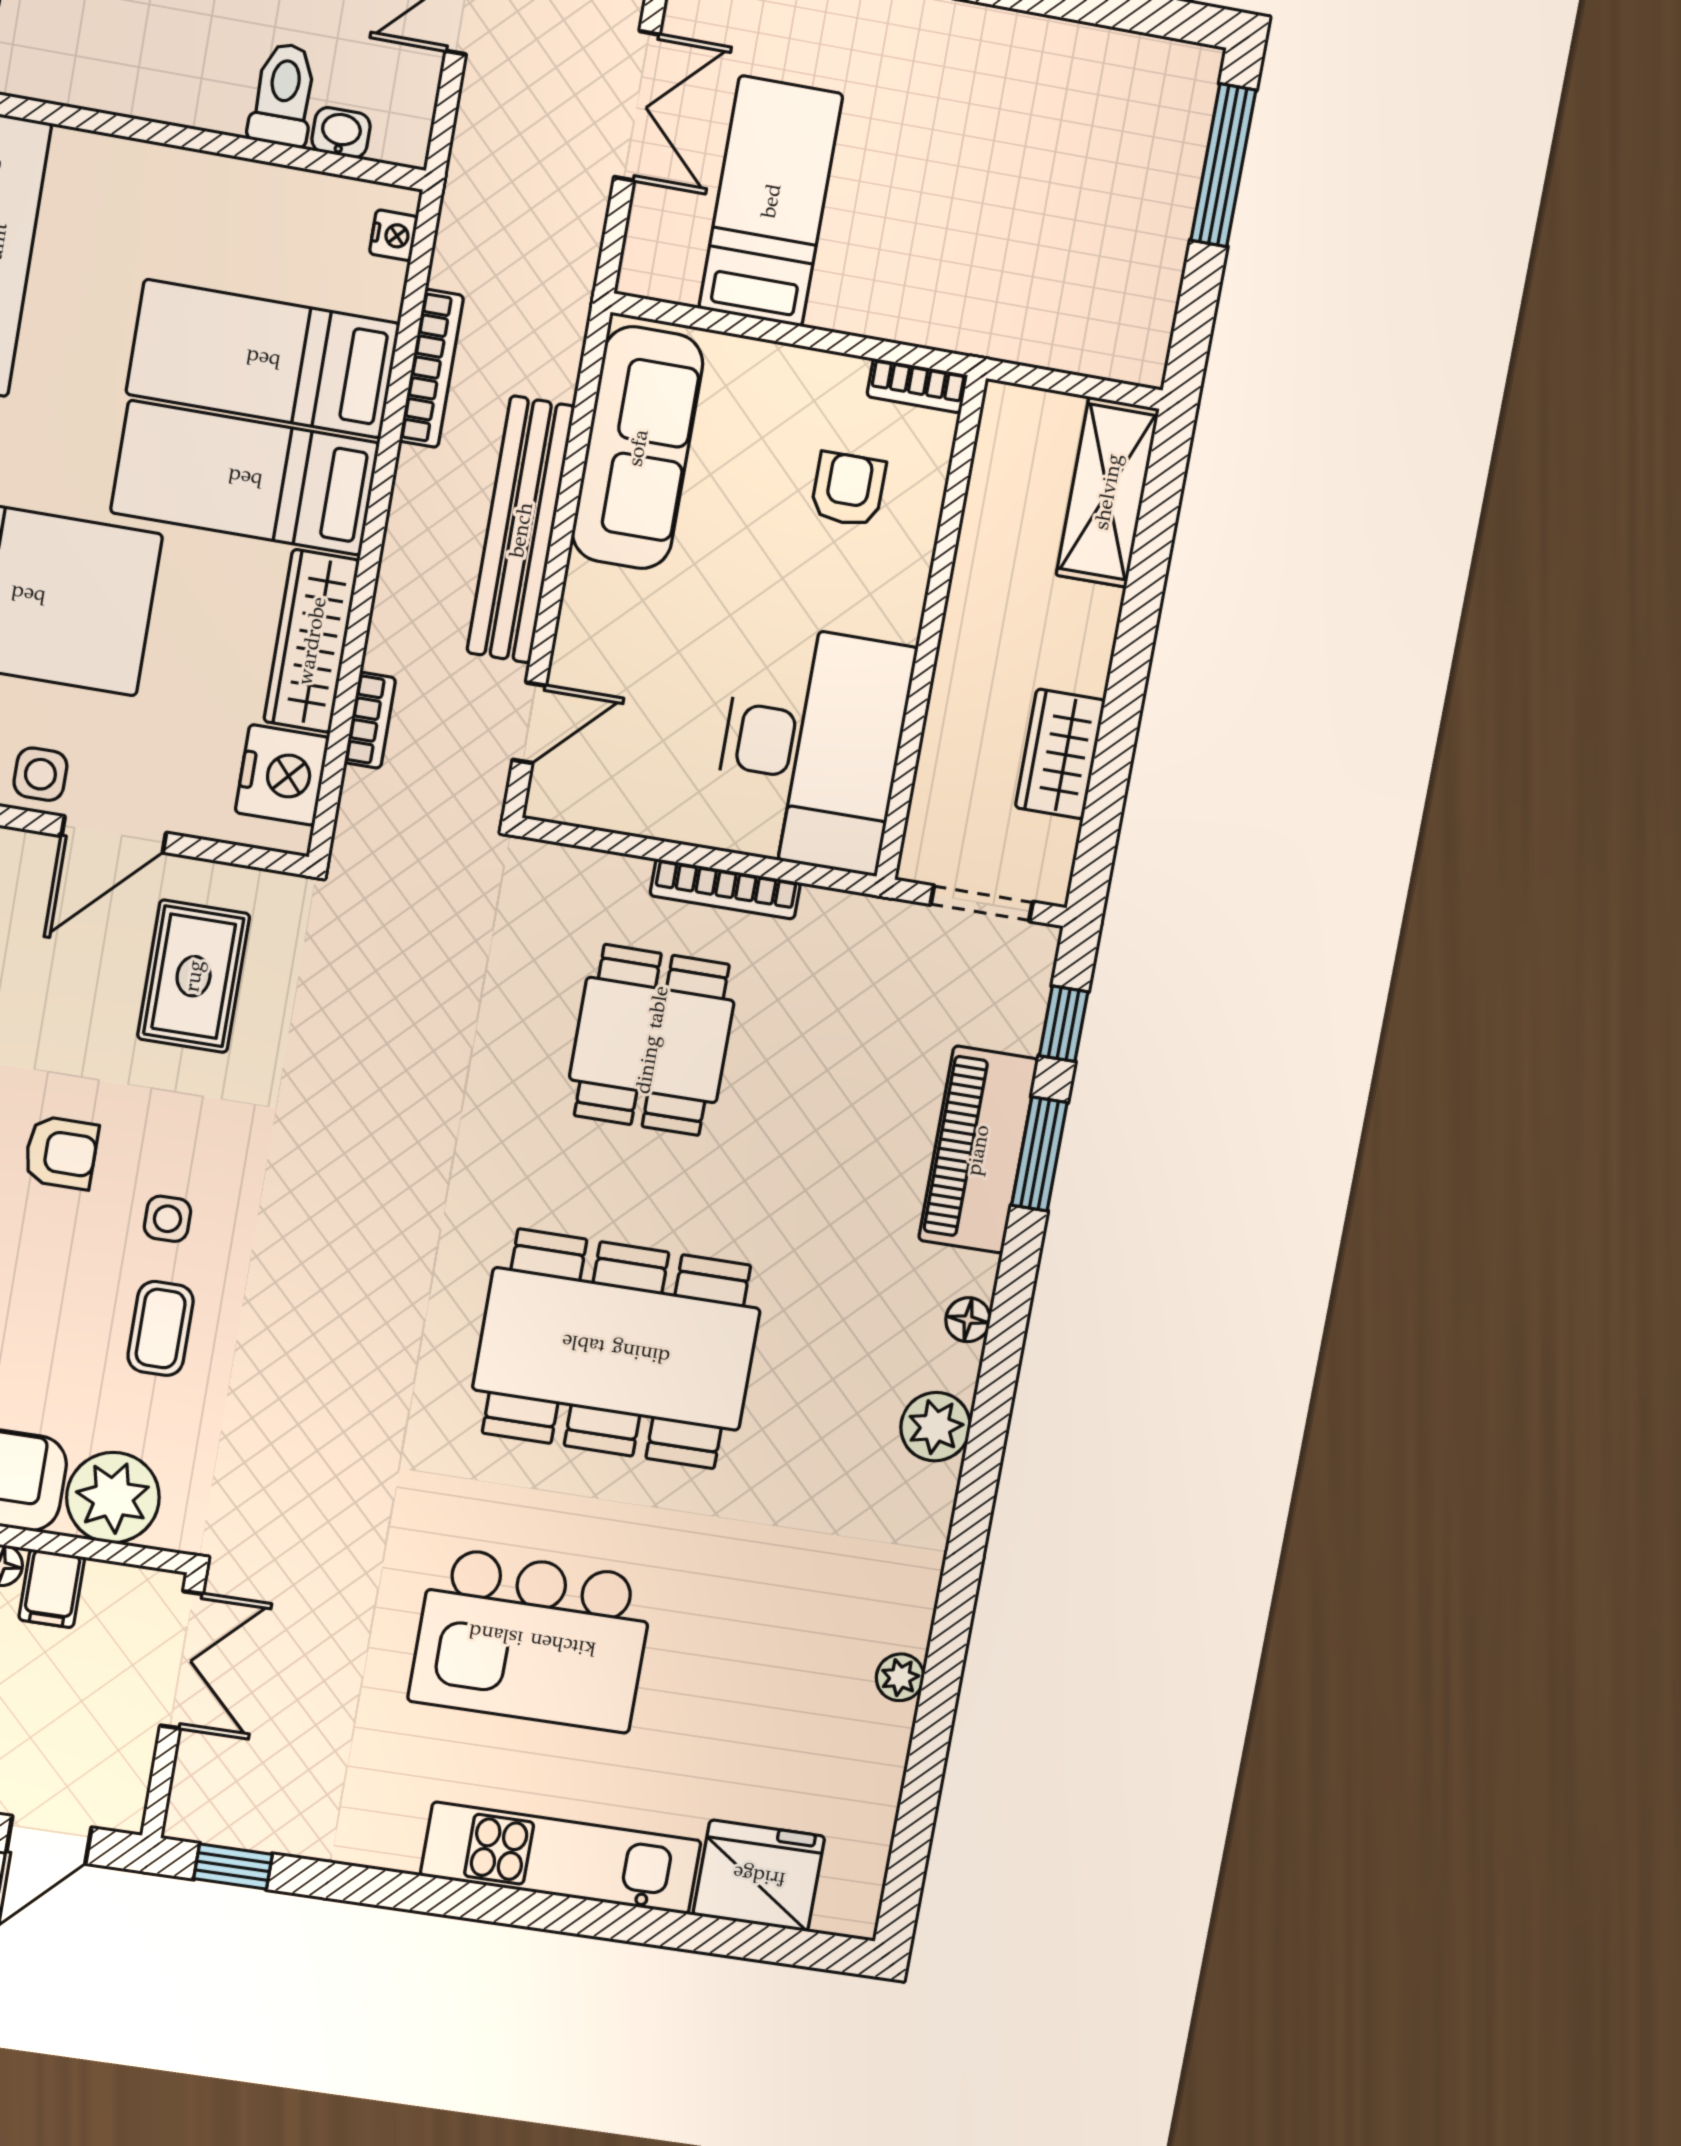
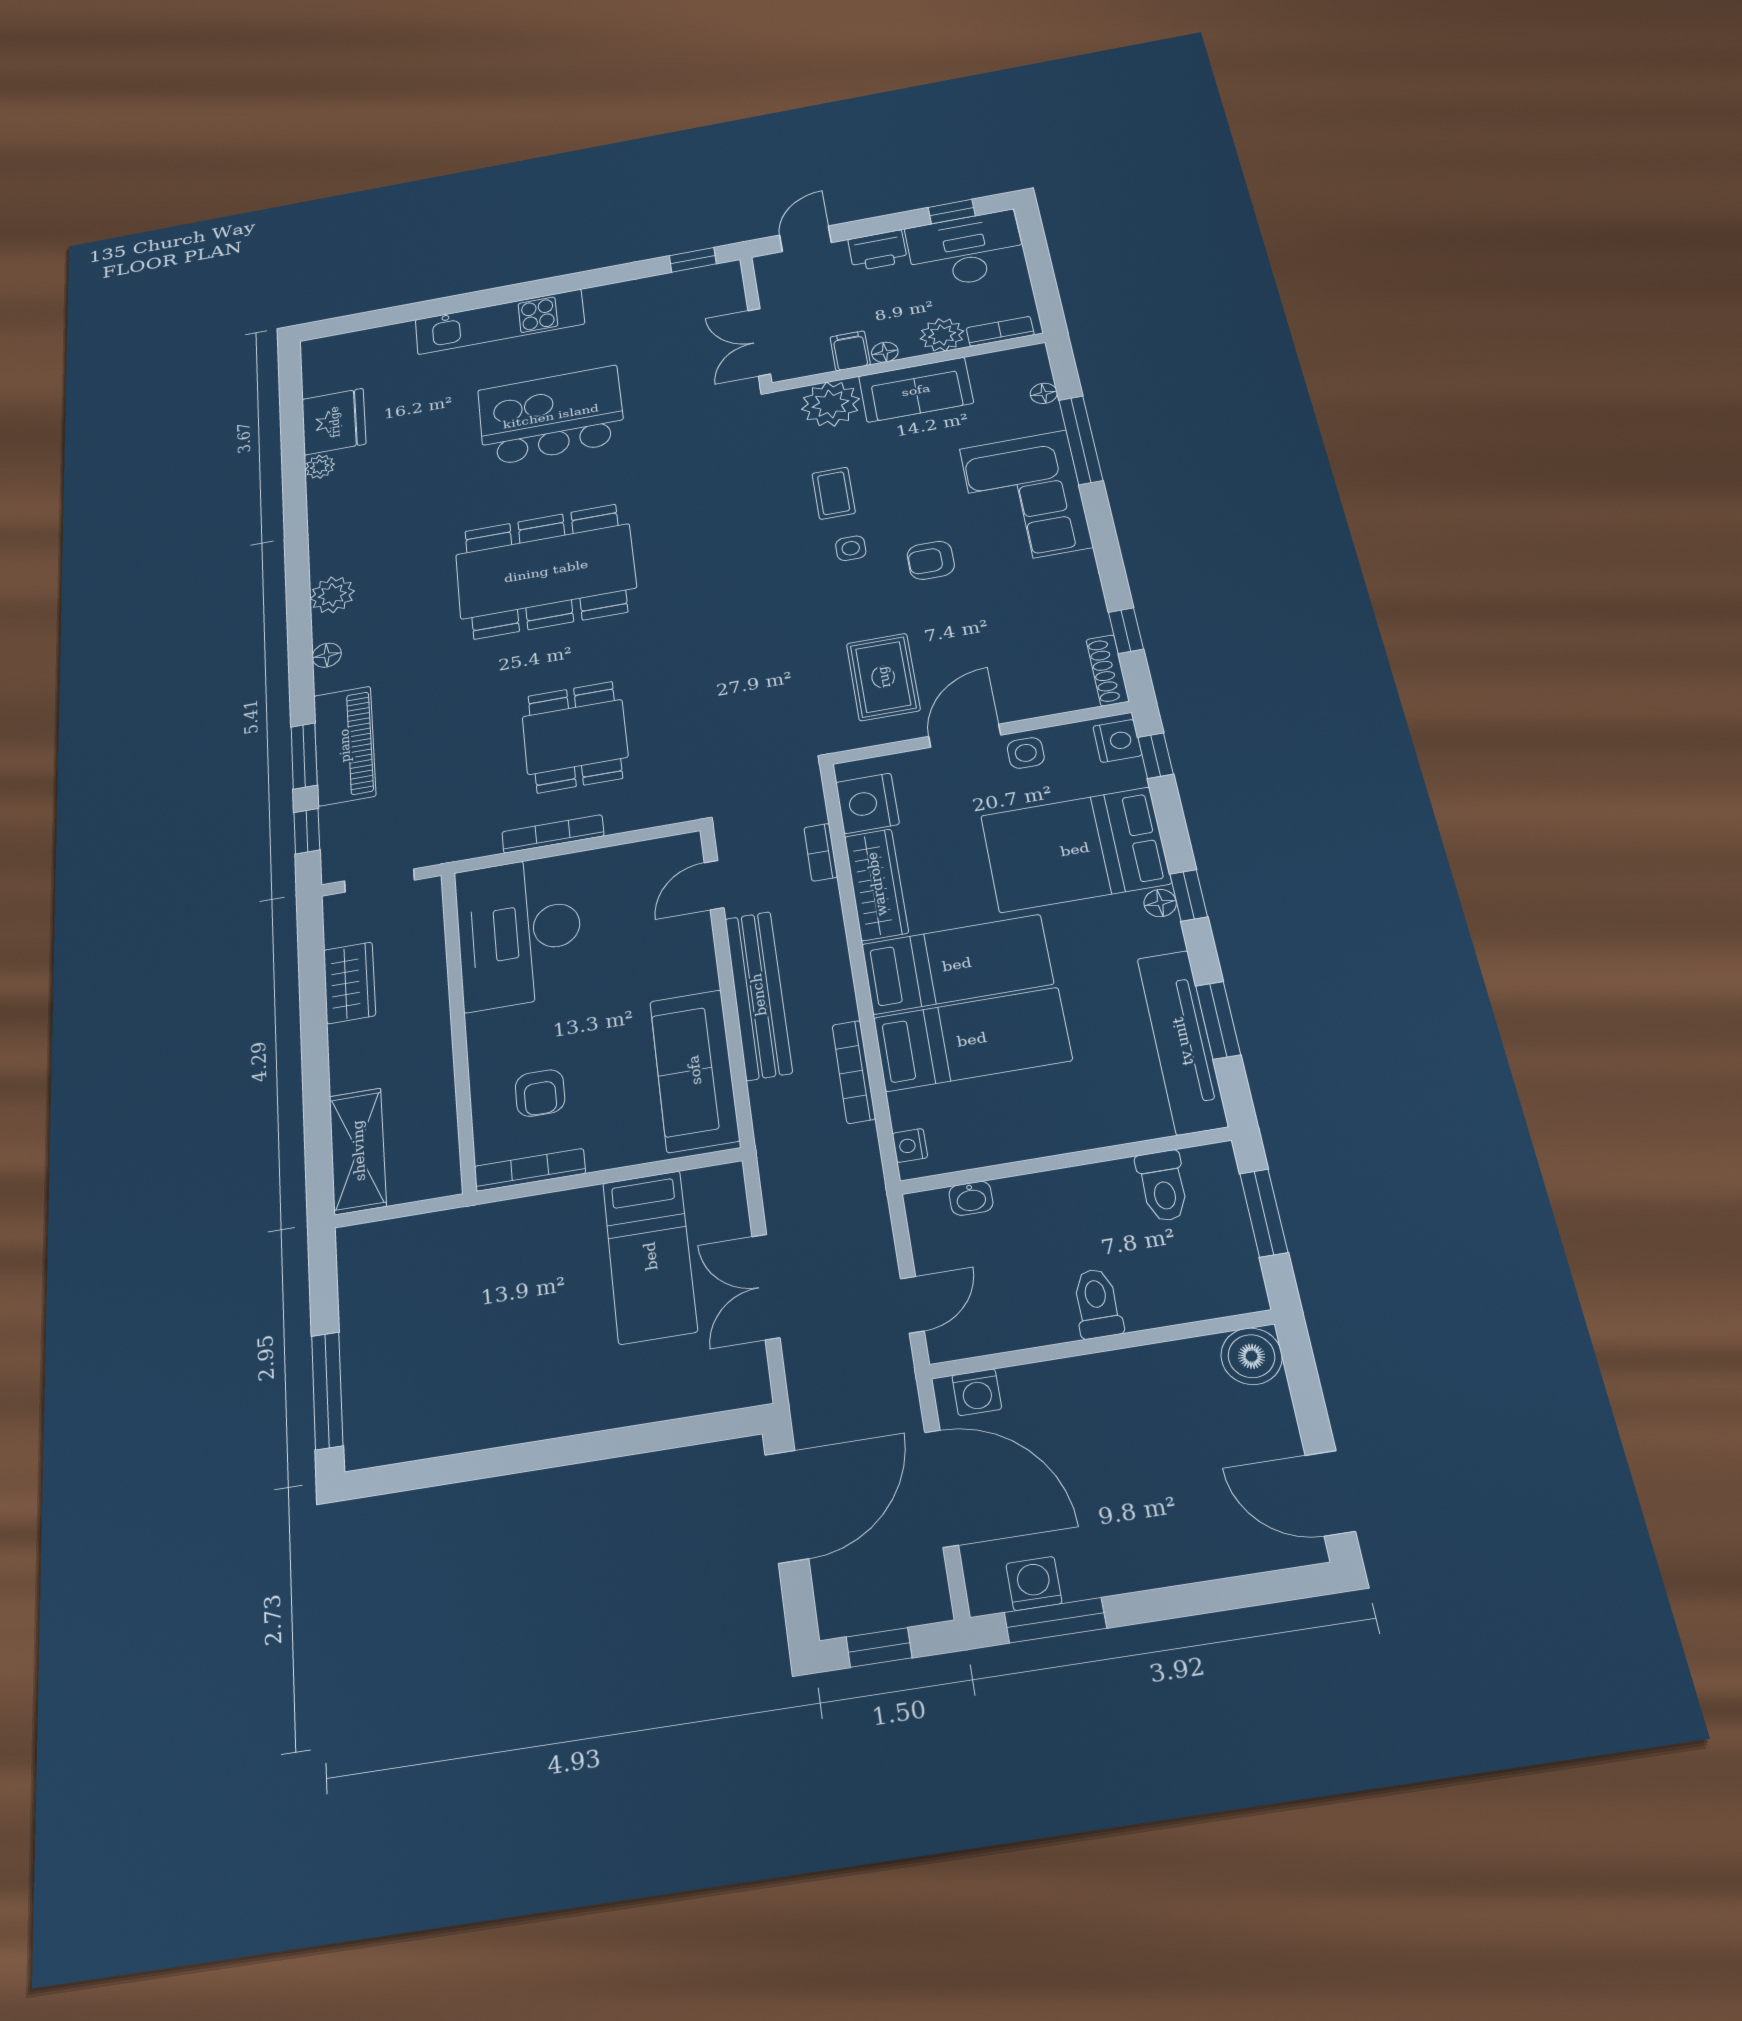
toilet: (283, 95) -> (1163, 1186), moved
bookcase: (917, 386) -> (530, 1170), width x1.56
fridge: (759, 1876) -> (334, 422), moved, turned -90

